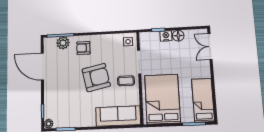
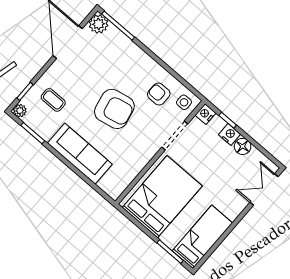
nightstand: (144, 37) -> (205, 114), added
plant: (63, 43) -> (99, 24), moved
armchair: (83, 48) -> (159, 94), moved
coffee table: (126, 81) -> (53, 100), moved
sofa: (118, 116) -> (80, 154), moved

